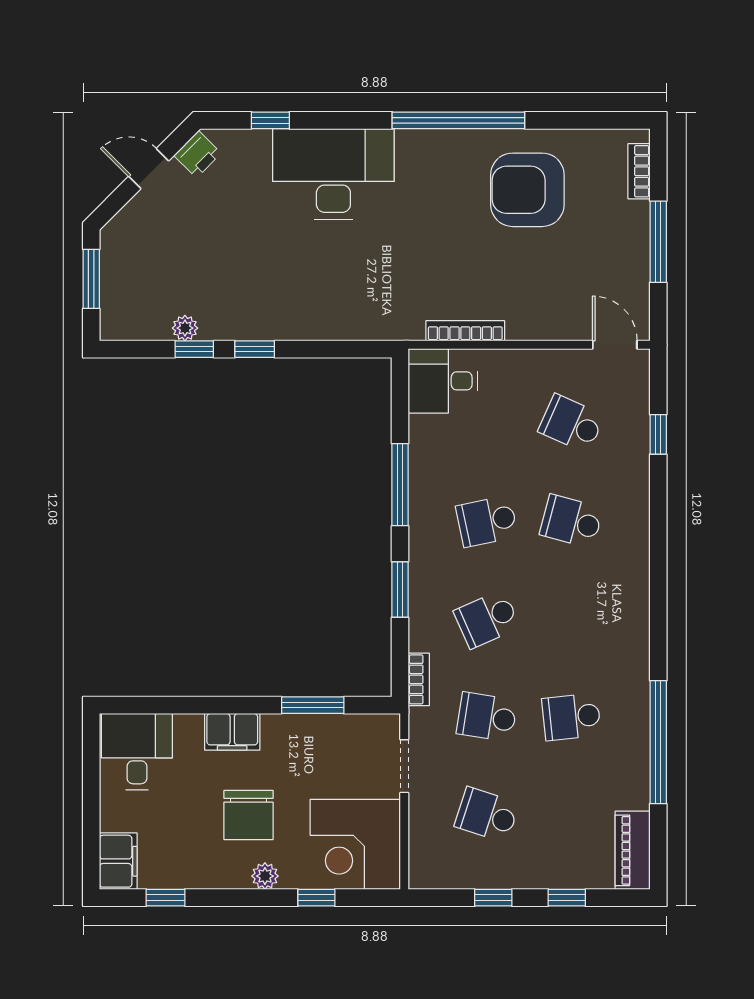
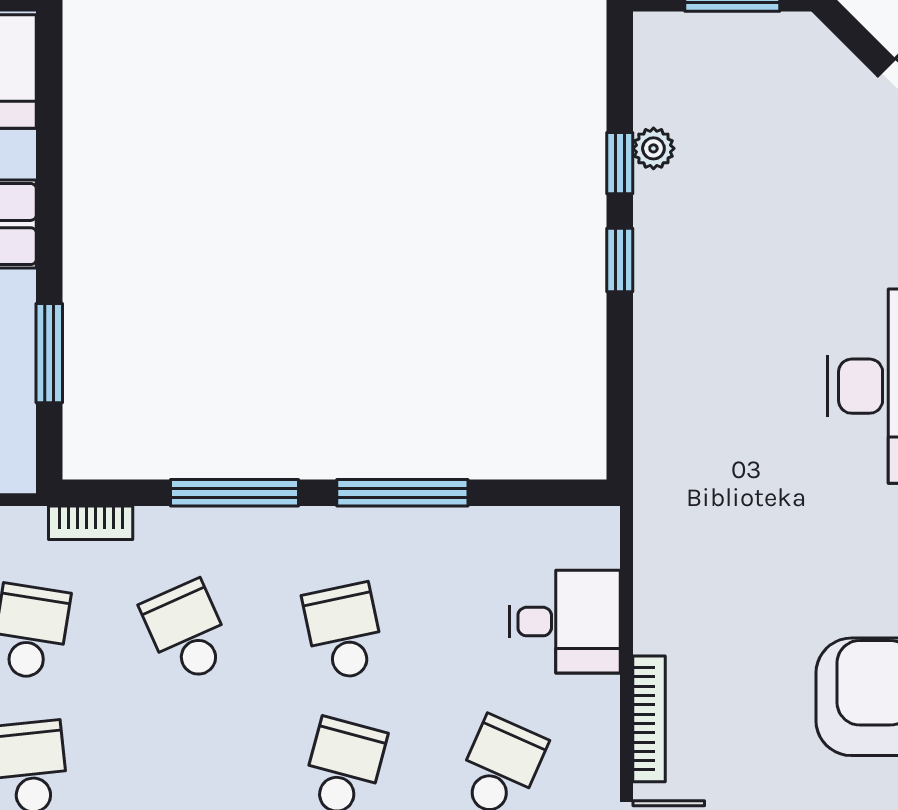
bookcase: (465, 331) -> (649, 719), moved
desk: (443, 381) -> (565, 622), moved, turned 90
window: (400, 590) -> (234, 493), width x1.44

